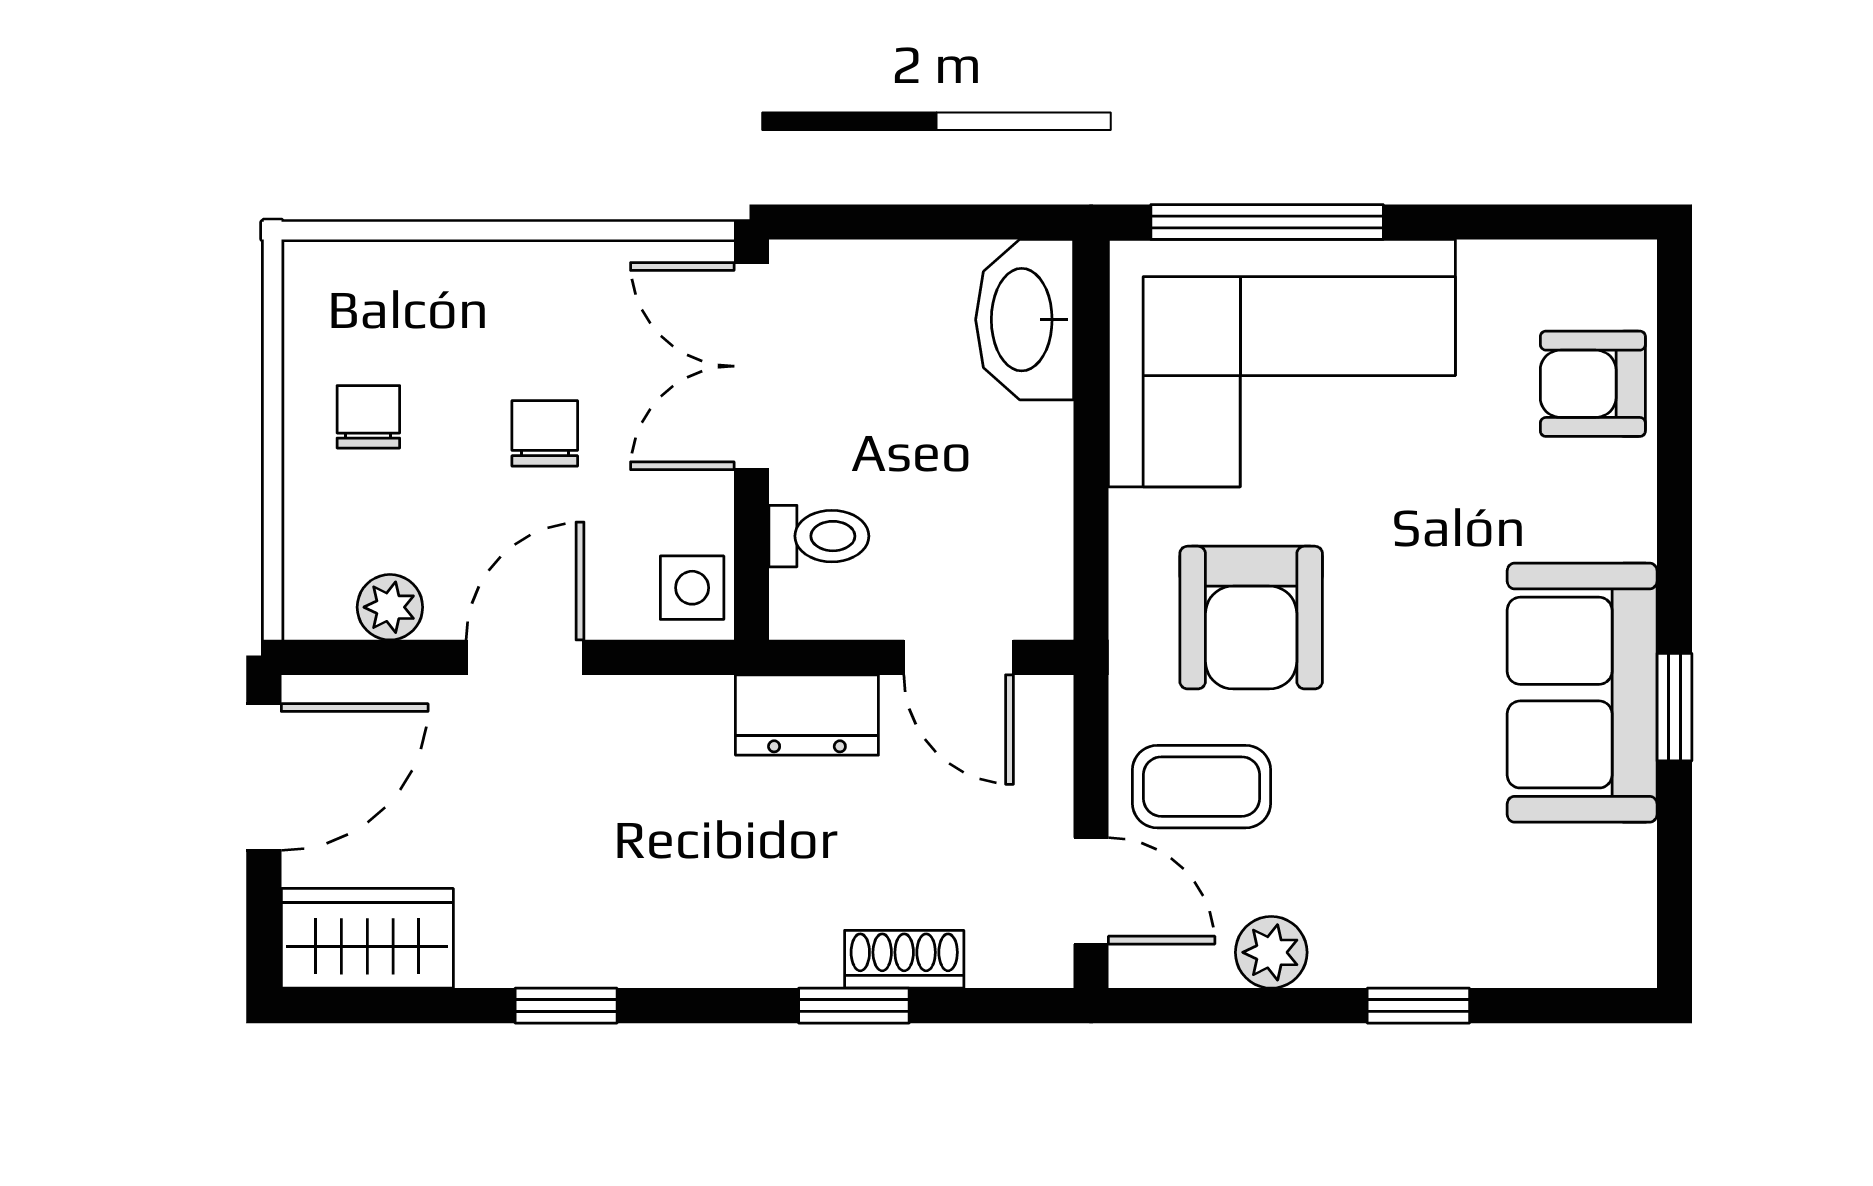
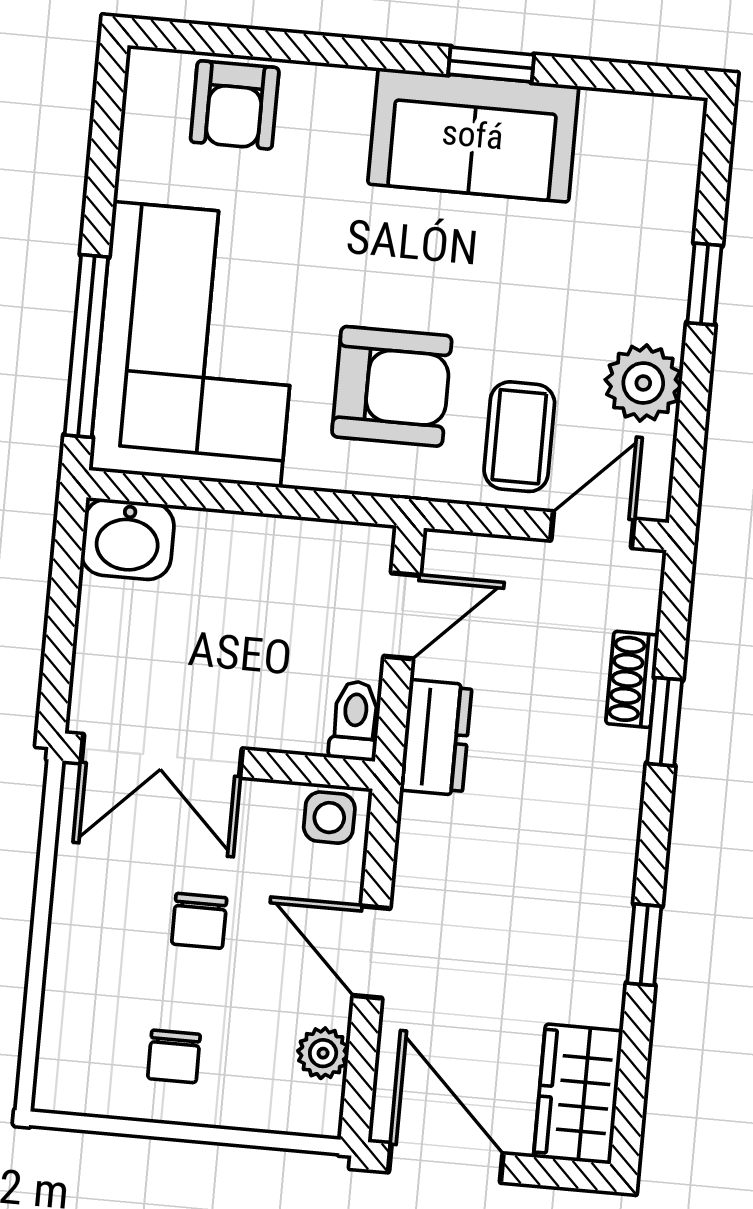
washbasin: (1025, 320) -> (128, 539), width x0.72
chair: (368, 417) -> (174, 1056), turned -90
chair: (545, 433) -> (199, 921), turned -90
toilet: (819, 536) -> (355, 721), moved
plant: (1271, 952) -> (643, 383), width x1.38, depth x1.38

